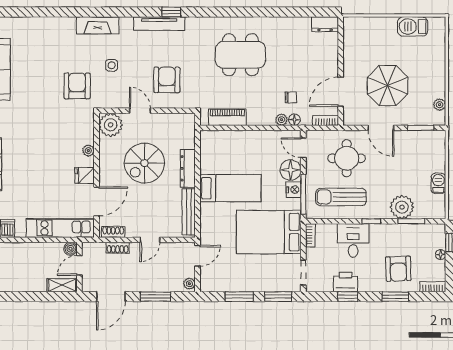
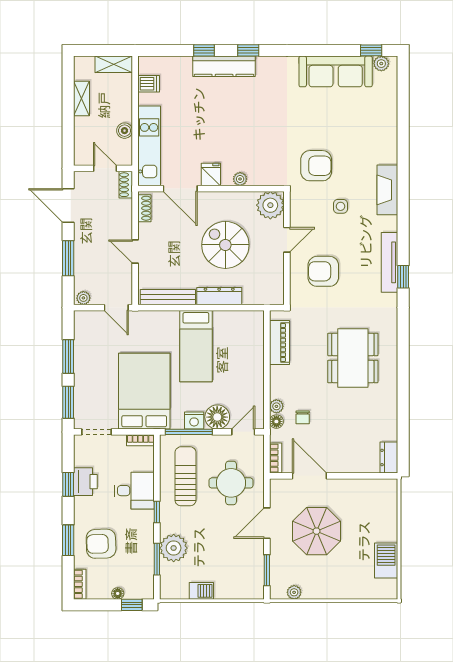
armchair: (167, 80) -> (323, 271), turned 180
shoe rack: (118, 248) -> (126, 185), moved
boiler: (70, 249) -> (125, 131), moved
shelving: (62, 285) -> (82, 99), moved

